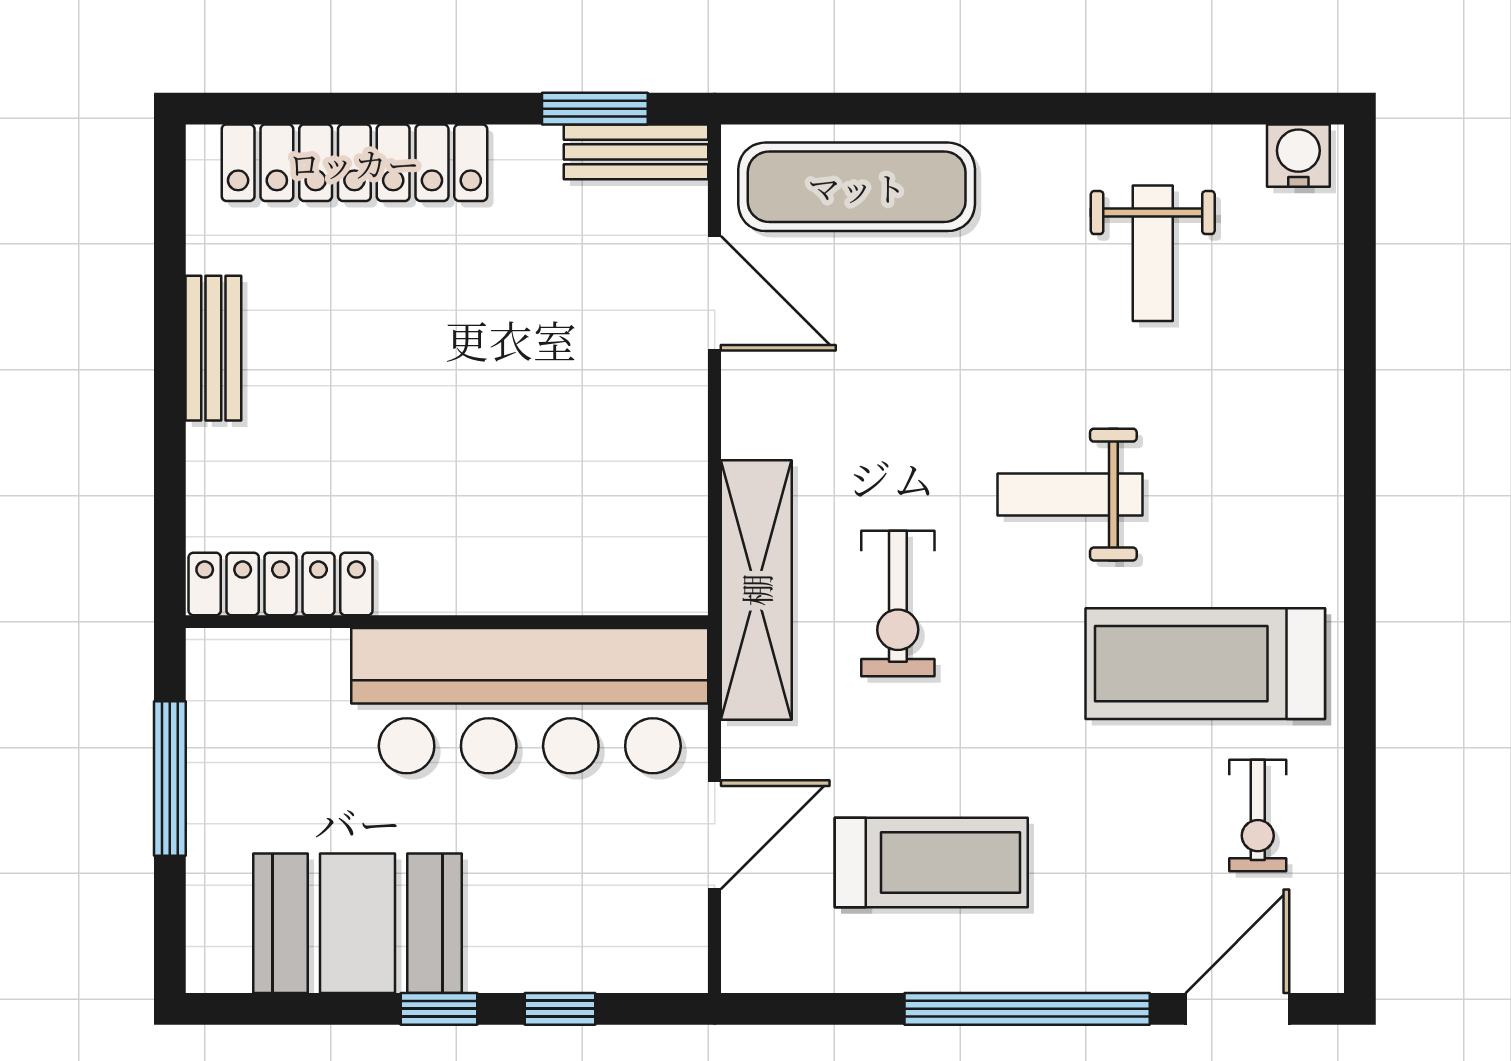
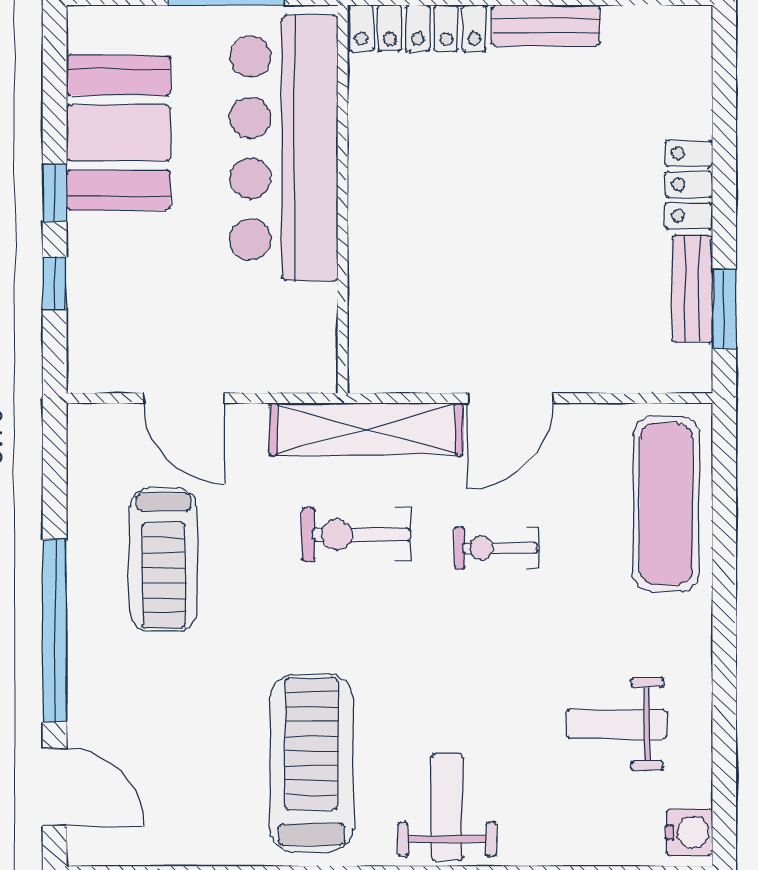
bench: (636, 152) -> (692, 289), moved
locker: (354, 163) -> (689, 184), width x0.46, depth x0.83
door: (715, 293) -> (510, 398), moved
weight bench: (1070, 495) -> (447, 807), moved
locker: (281, 584) -> (418, 28), moved, turned 90
bar counter: (530, 701) -> (284, 148), moved
exercise bike: (1258, 815) -> (496, 548), moved

